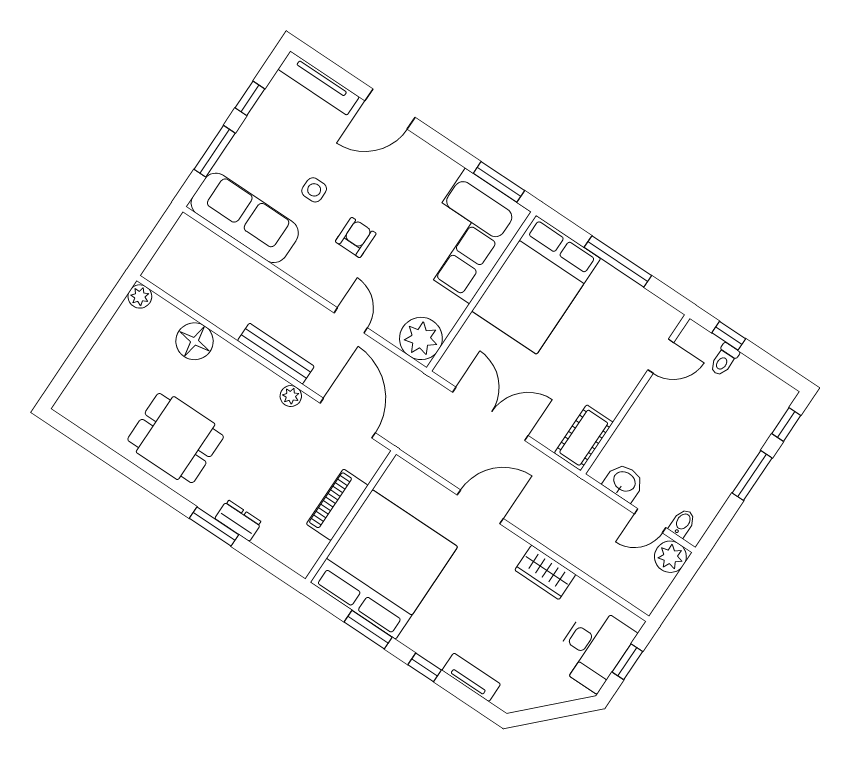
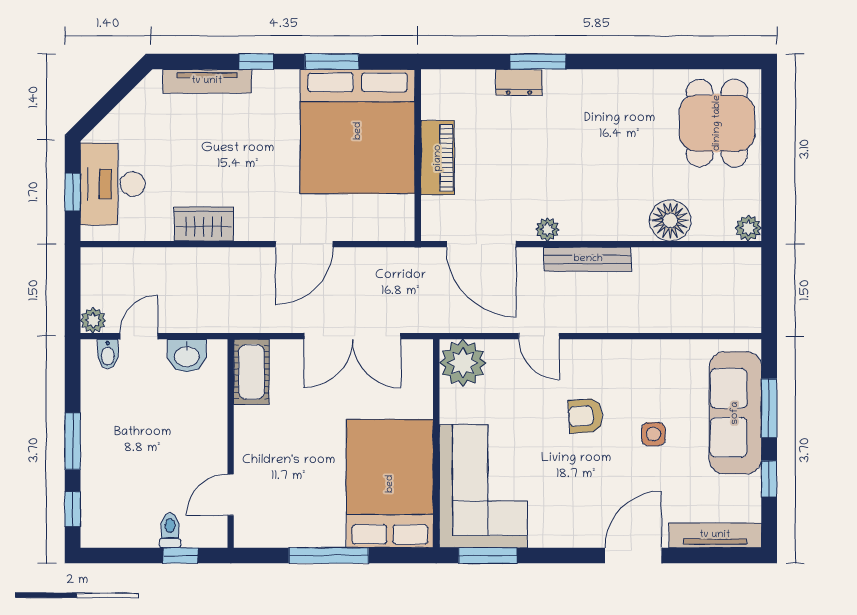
sofa: (245, 218) -> (735, 413), moved, turned 90
armchair: (356, 238) -> (586, 416), turned 86
dining table: (176, 438) -> (717, 123), moved, turned 90
plant: (670, 557) -> (93, 320), width x0.73, depth x0.73
tv unit: (471, 677) -> (207, 81), width x1.41

